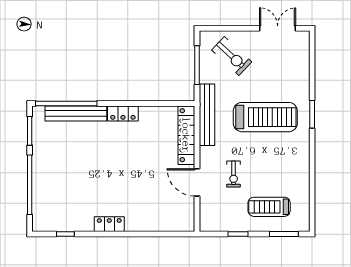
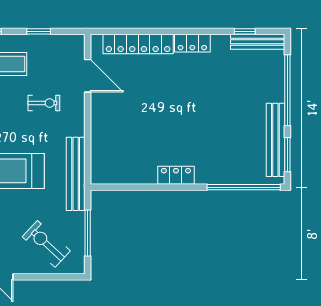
bench: (76, 113) -> (275, 140), moved, turned 90
locker: (186, 135) -> (138, 44), moved, turned 90
exercise bike: (234, 174) -> (44, 103), turned 90
door: (197, 182) -> (88, 76), moved
bench: (55, 225) -> (258, 42), added

